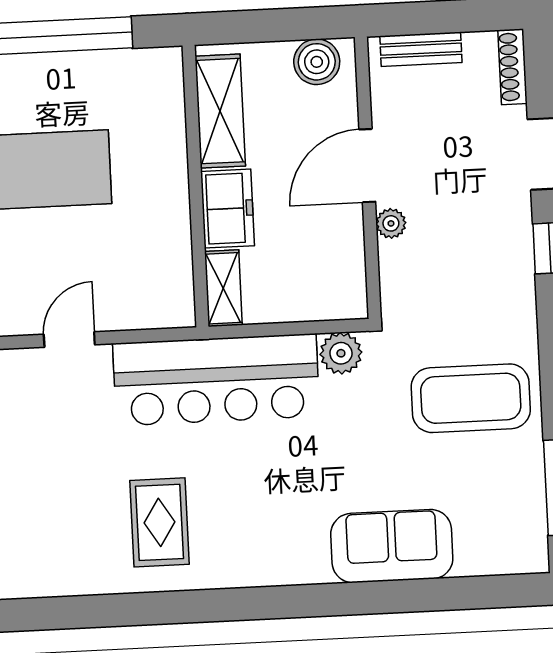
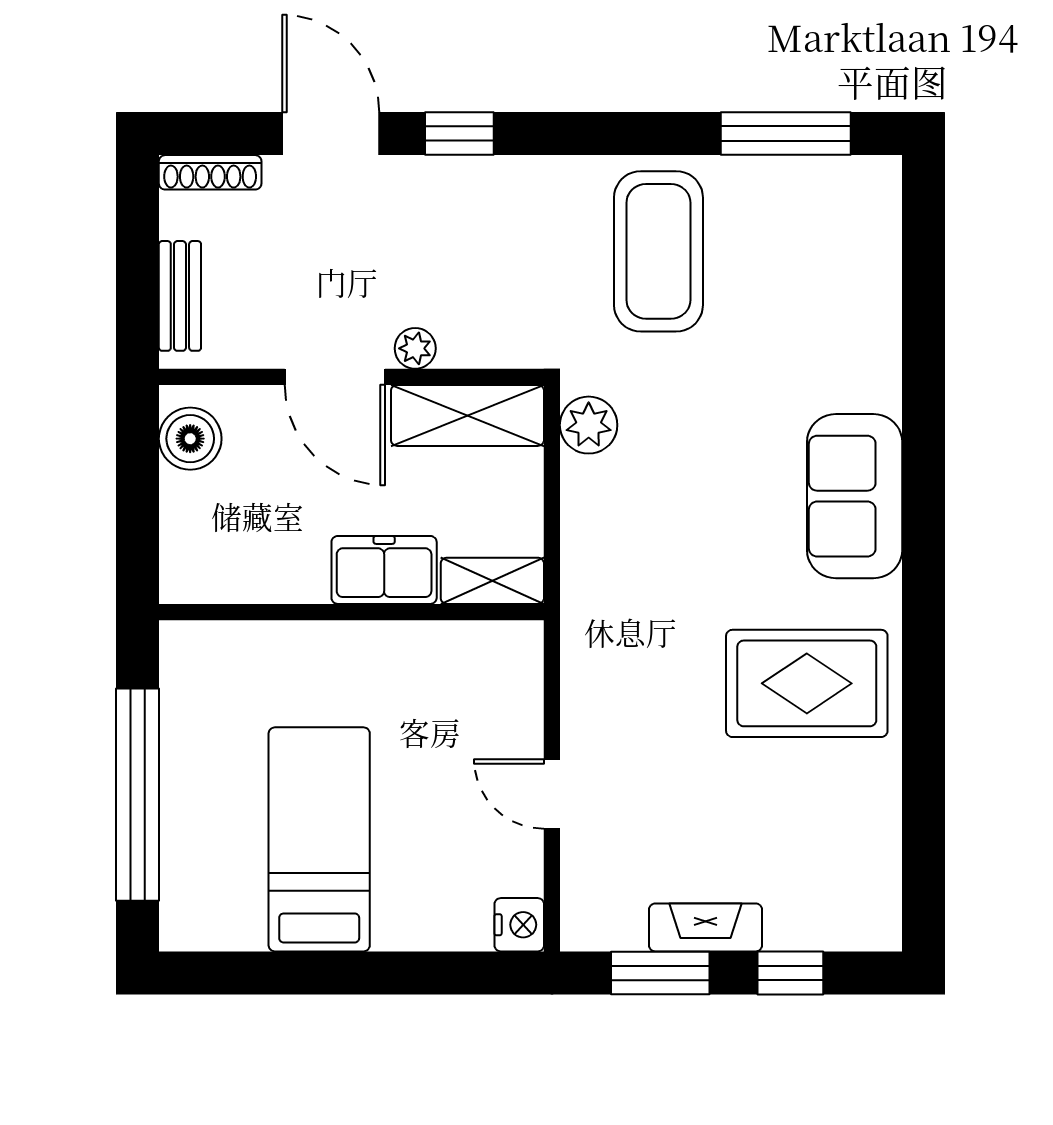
shelving: (220, 111) -> (467, 415), moved
bar counter: (216, 380) -> (616, 597), removed
rug: (159, 522) -> (807, 683), width x1.36, depth x1.43
sofa: (392, 546) -> (855, 496), moved

